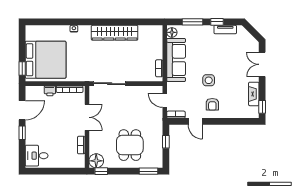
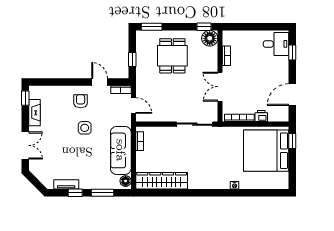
wardrobe: (115, 33) -> (162, 181), moved
window: (22, 133) -> (292, 53), moved

